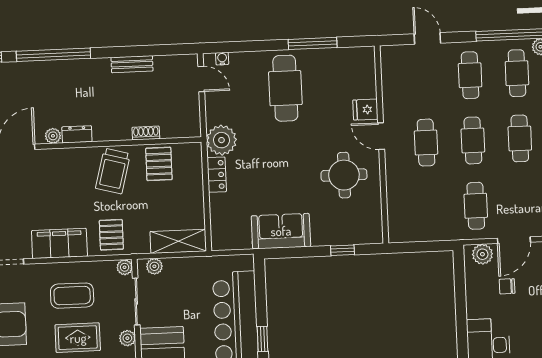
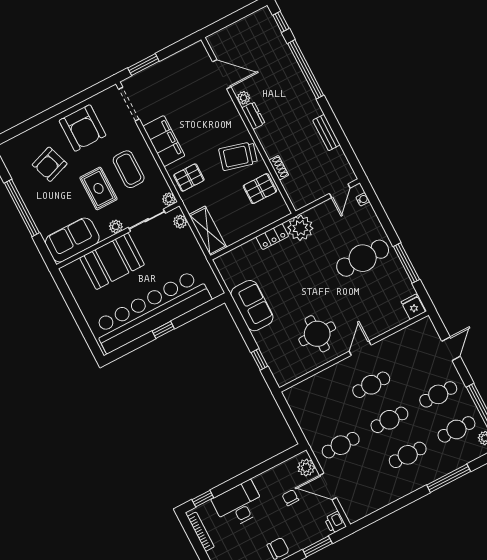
fridge: (365, 110) -> (413, 307), moved

